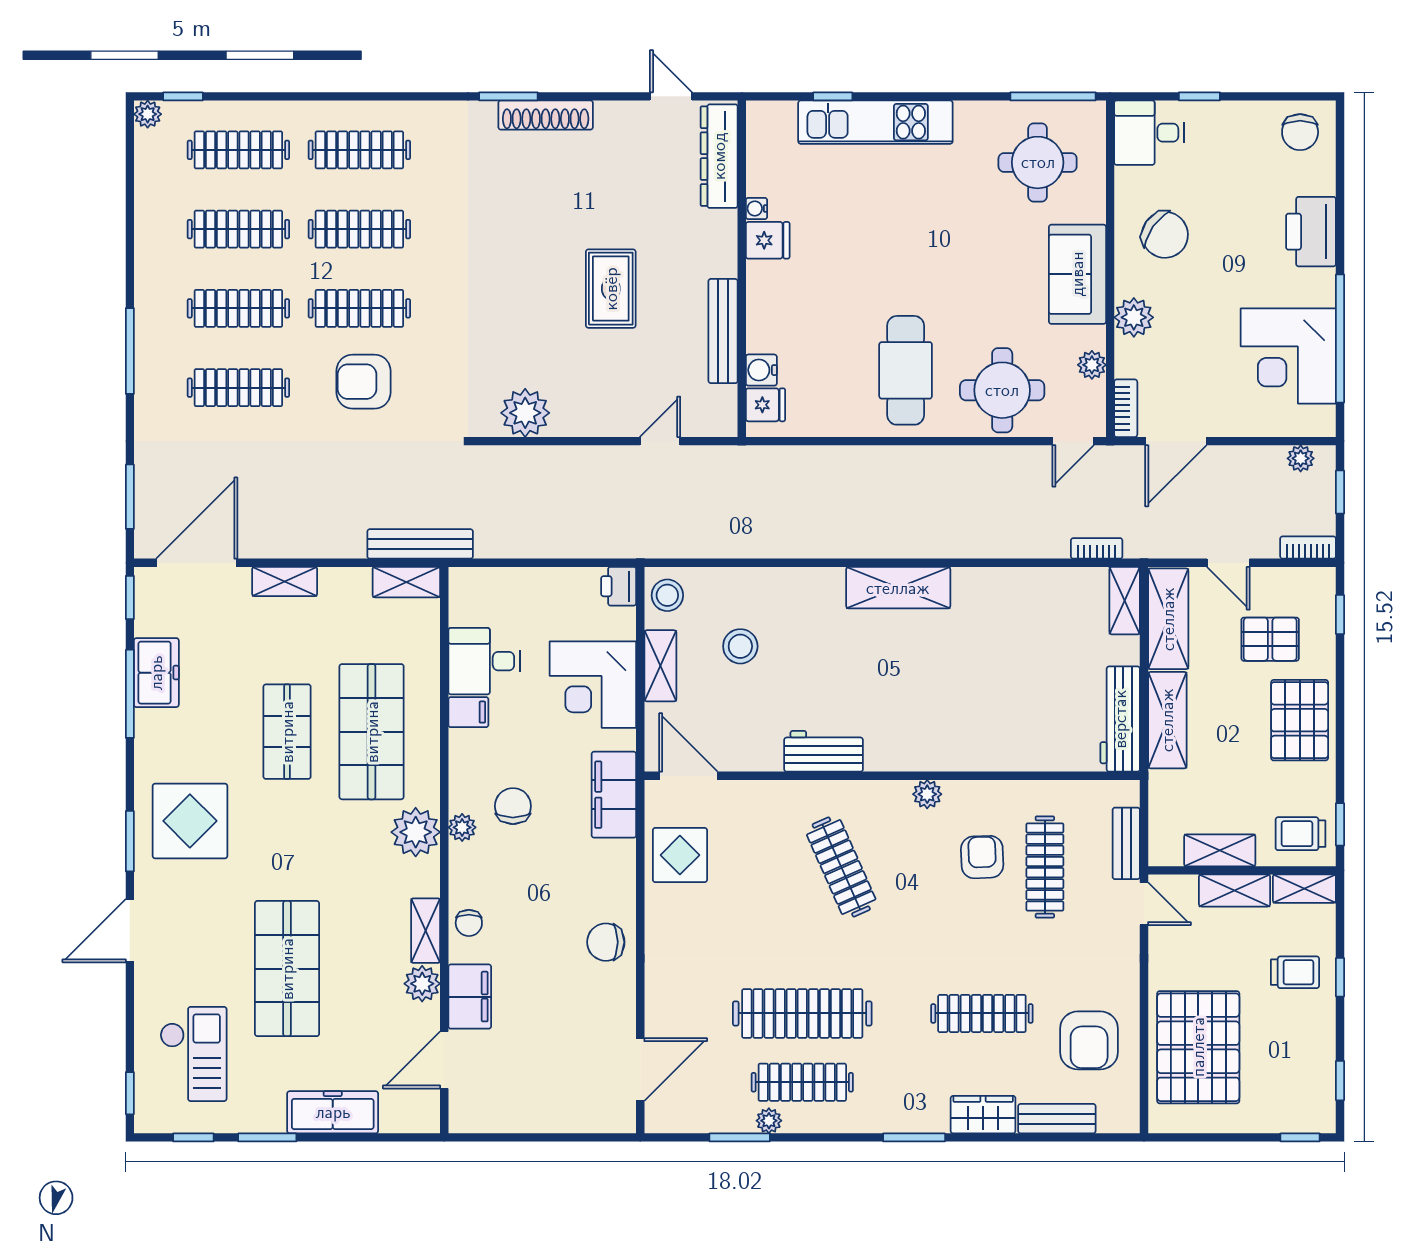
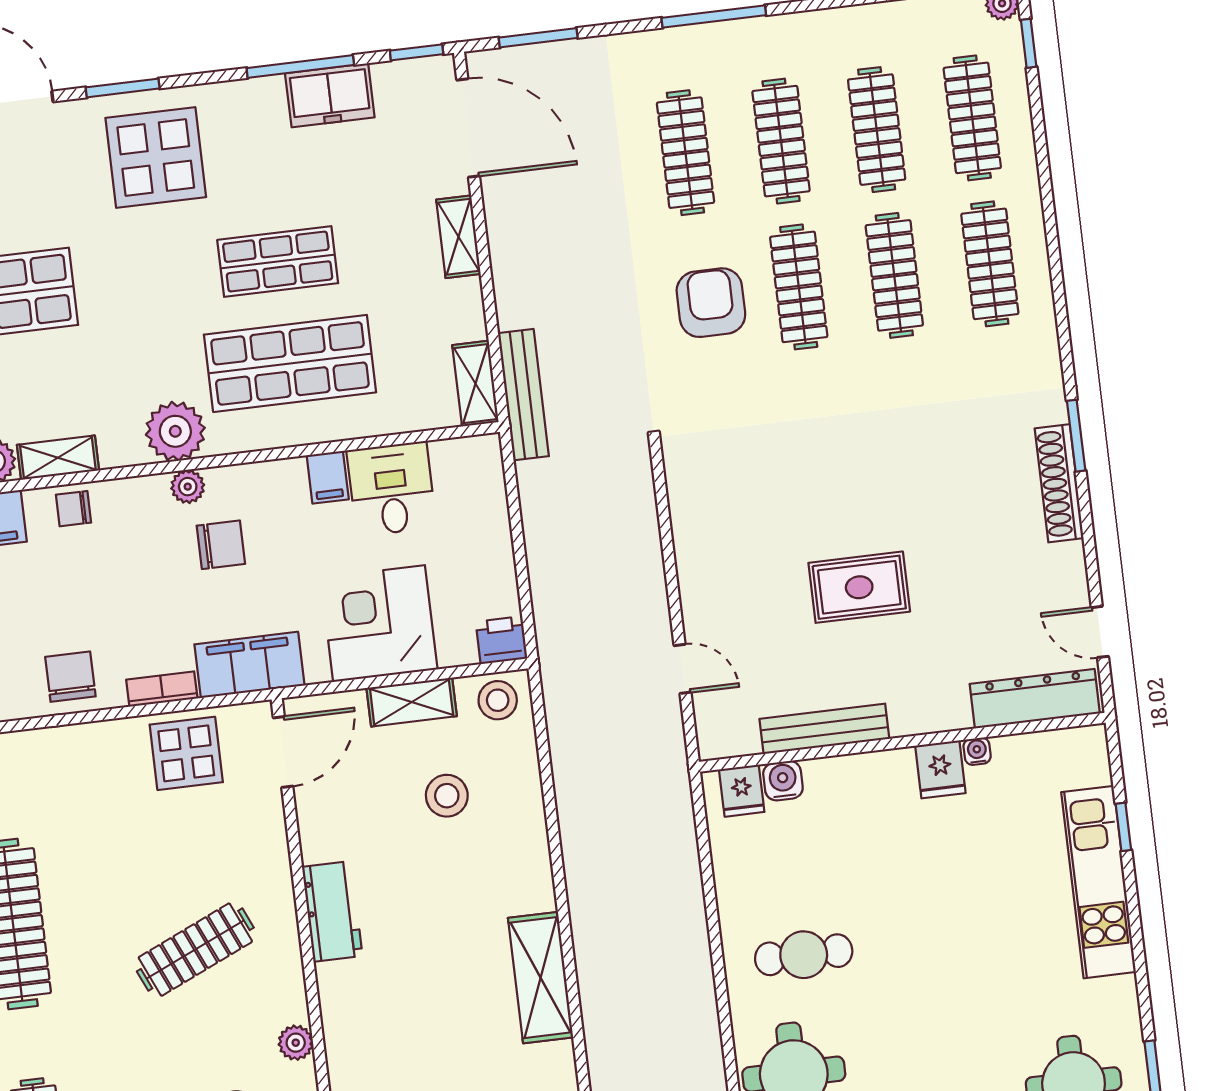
door: (671, 96) -> (1100, 632), swing flipped
cafe table: (906, 370) -> (804, 955), width x0.73, depth x0.74
plant: (525, 413) -> (697, 502), removed
bookcase: (625, 869) -> (162, 689), added

